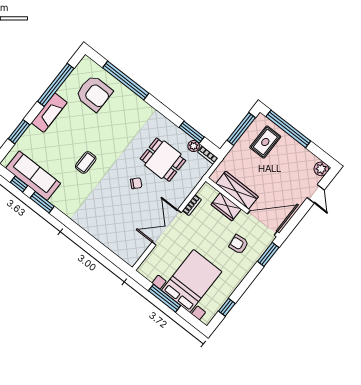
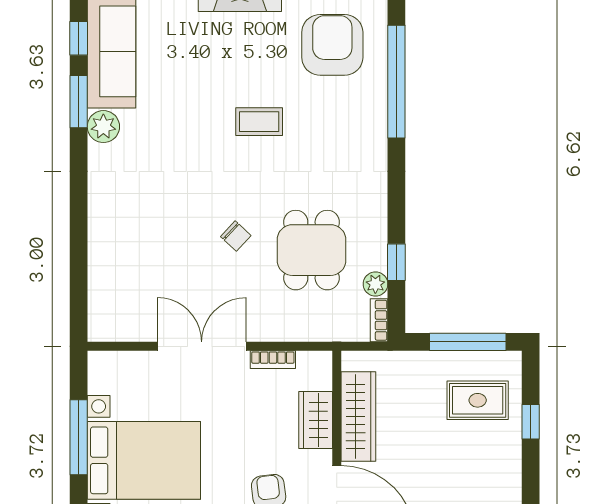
armchair: (94, 93) -> (332, 45), turned 180
window: (288, 129) -> (531, 422), width x0.32
window: (192, 132) -> (396, 262), width x0.67
coffee table: (86, 162) -> (259, 122), moved
plant: (58, 200) -> (103, 127), added

